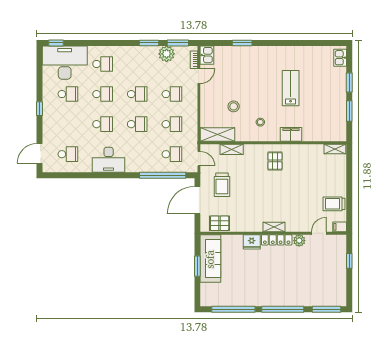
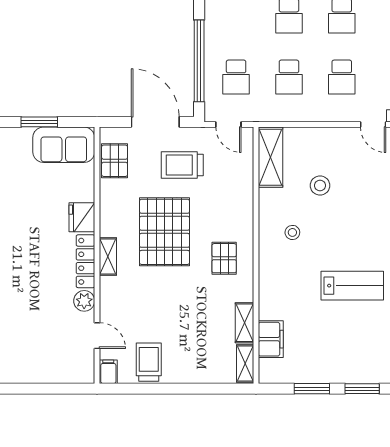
filing cabinet: (291, 134) -> (271, 339), moved
shelving: (232, 149) -> (244, 323), moved
door: (199, 159) -> (228, 124), hinge flipped
pallet: (275, 161) -> (224, 258), turned 90
pallet: (260, 195) -> (165, 232), added
sofa: (210, 259) -> (64, 145), width x0.73
window: (349, 261) -> (48, 389), removed

